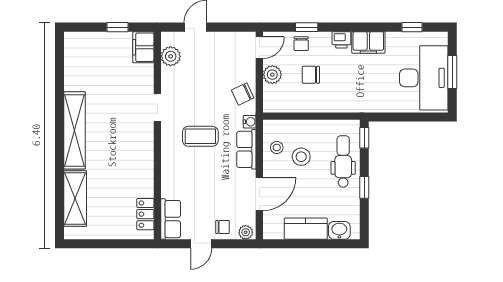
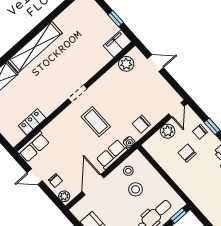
door: (259, 48) -> (176, 110), hinge flipped
chair: (243, 94) -> (141, 124), turned -65
doorway: (157, 108) -> (78, 94), moved
door: (259, 194) -> (93, 185), swing flipped
locker: (145, 214) -> (32, 122), moved

